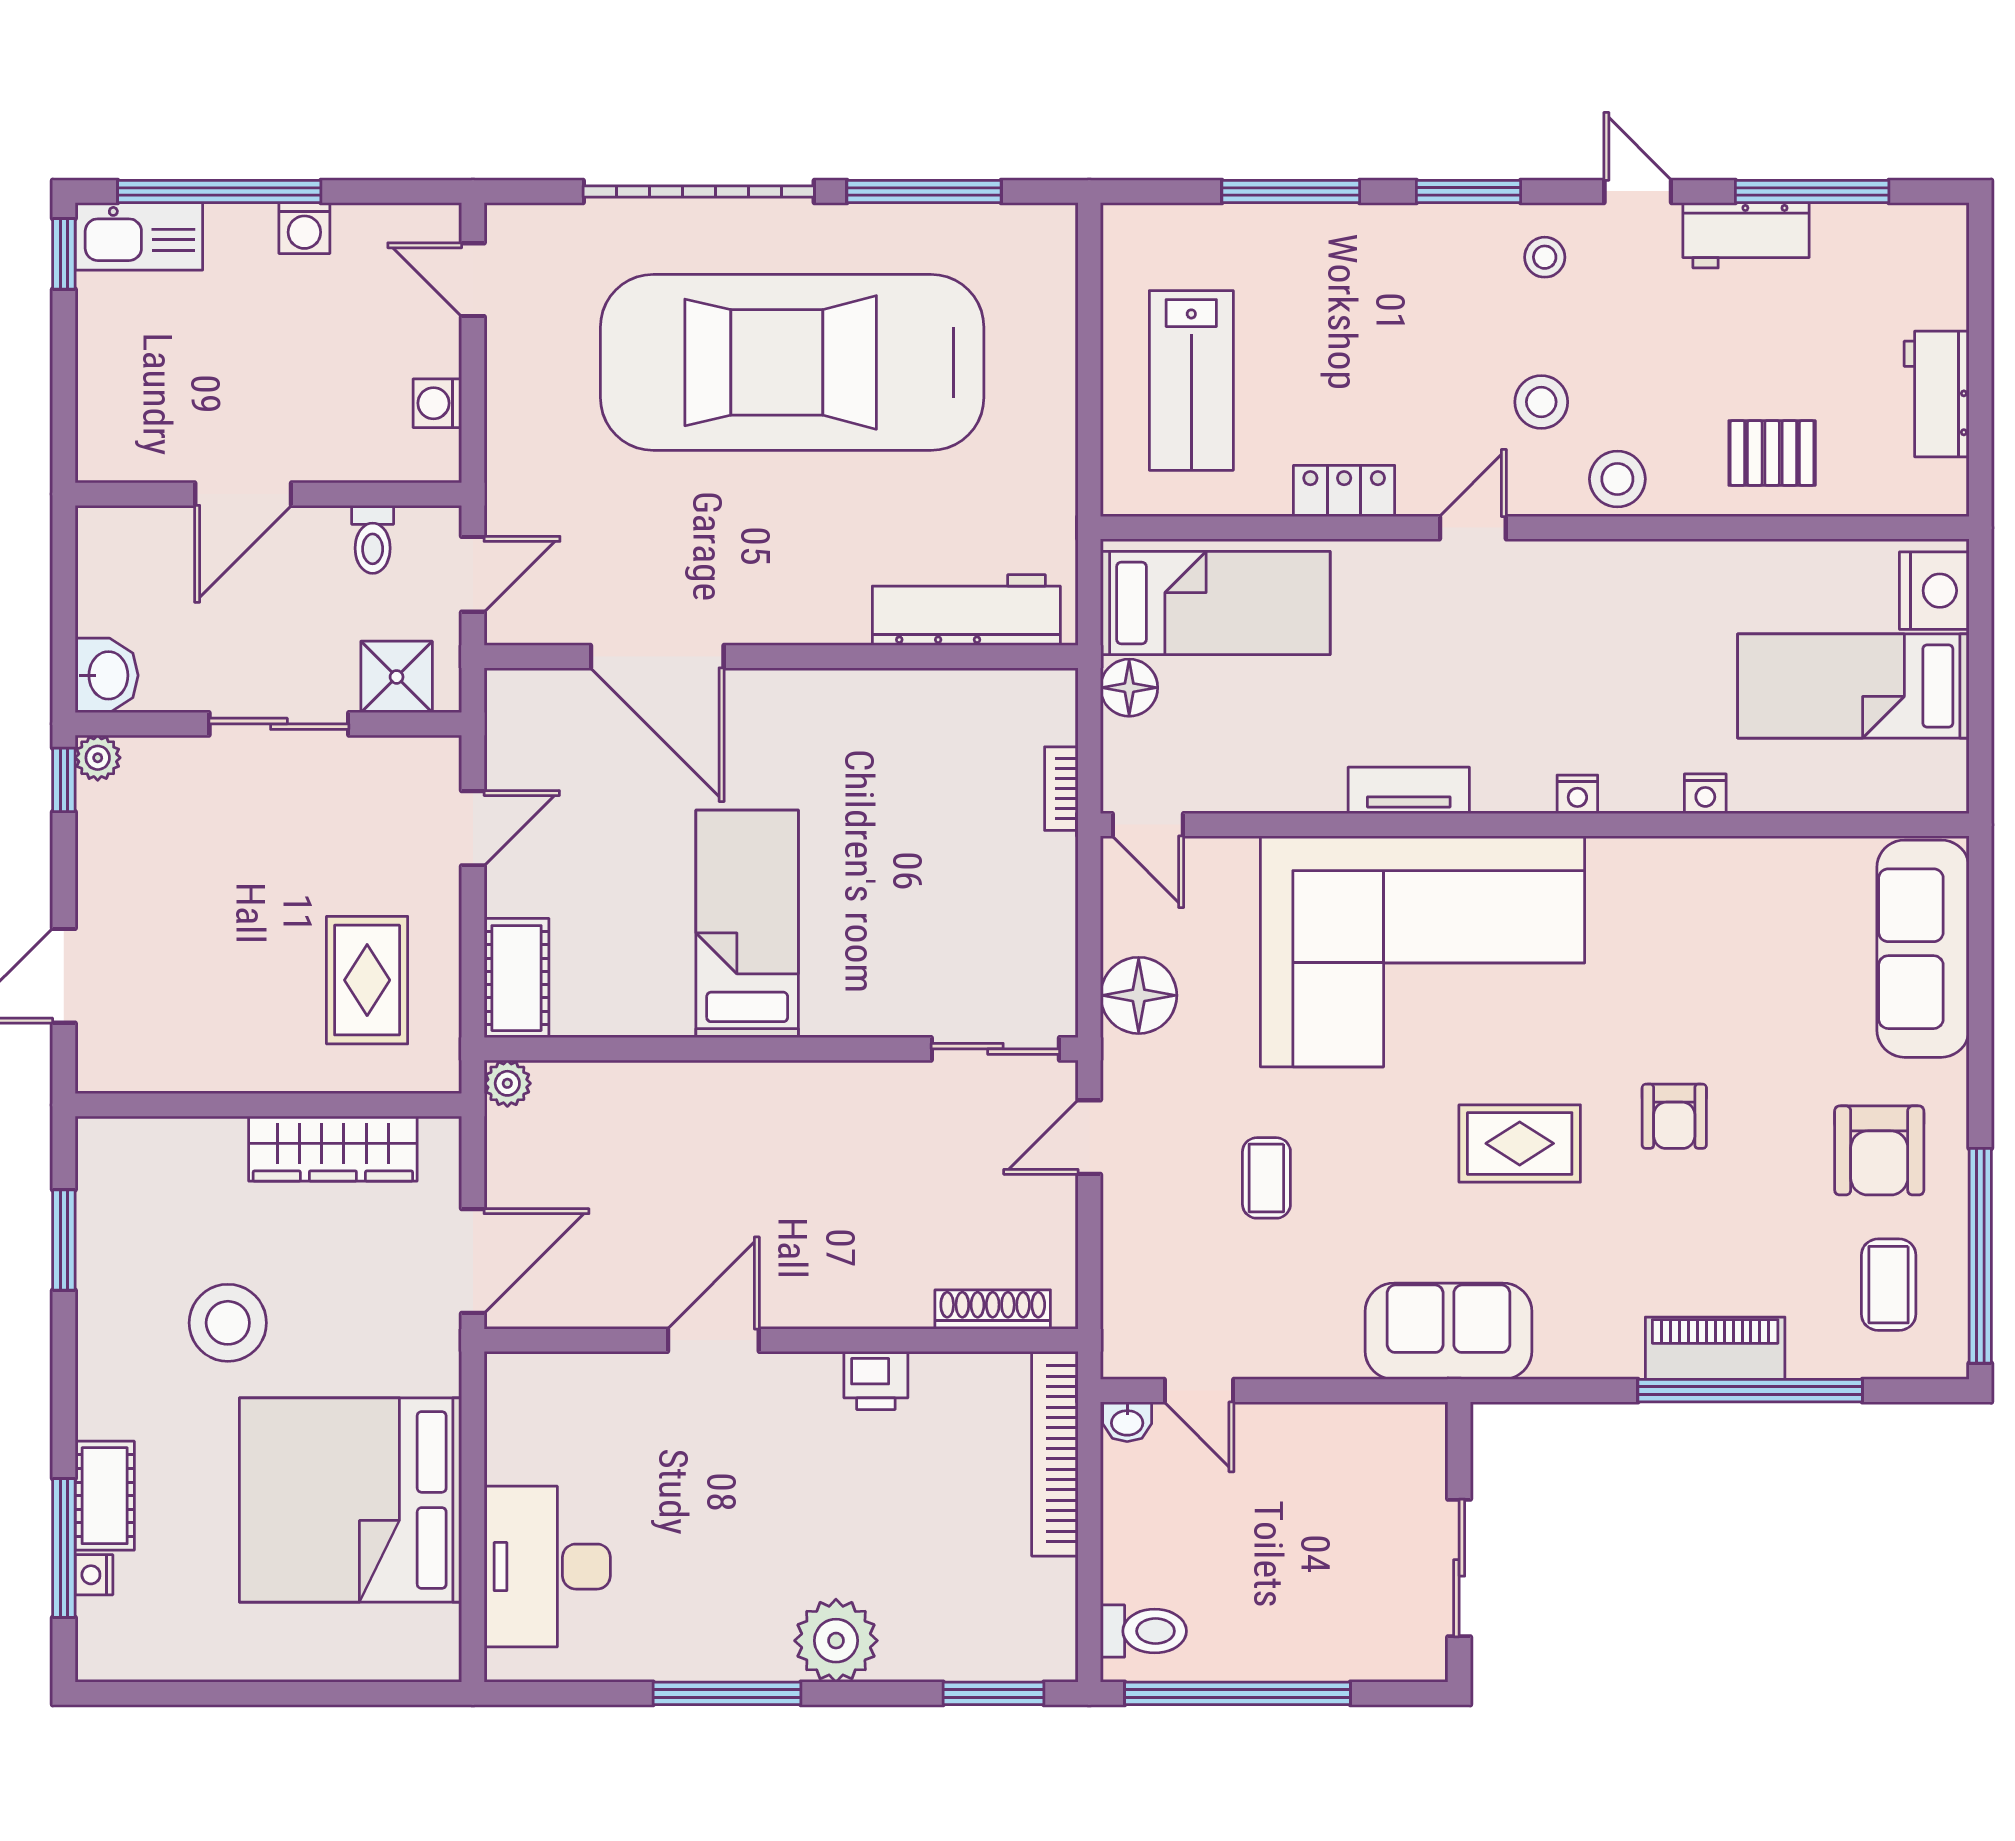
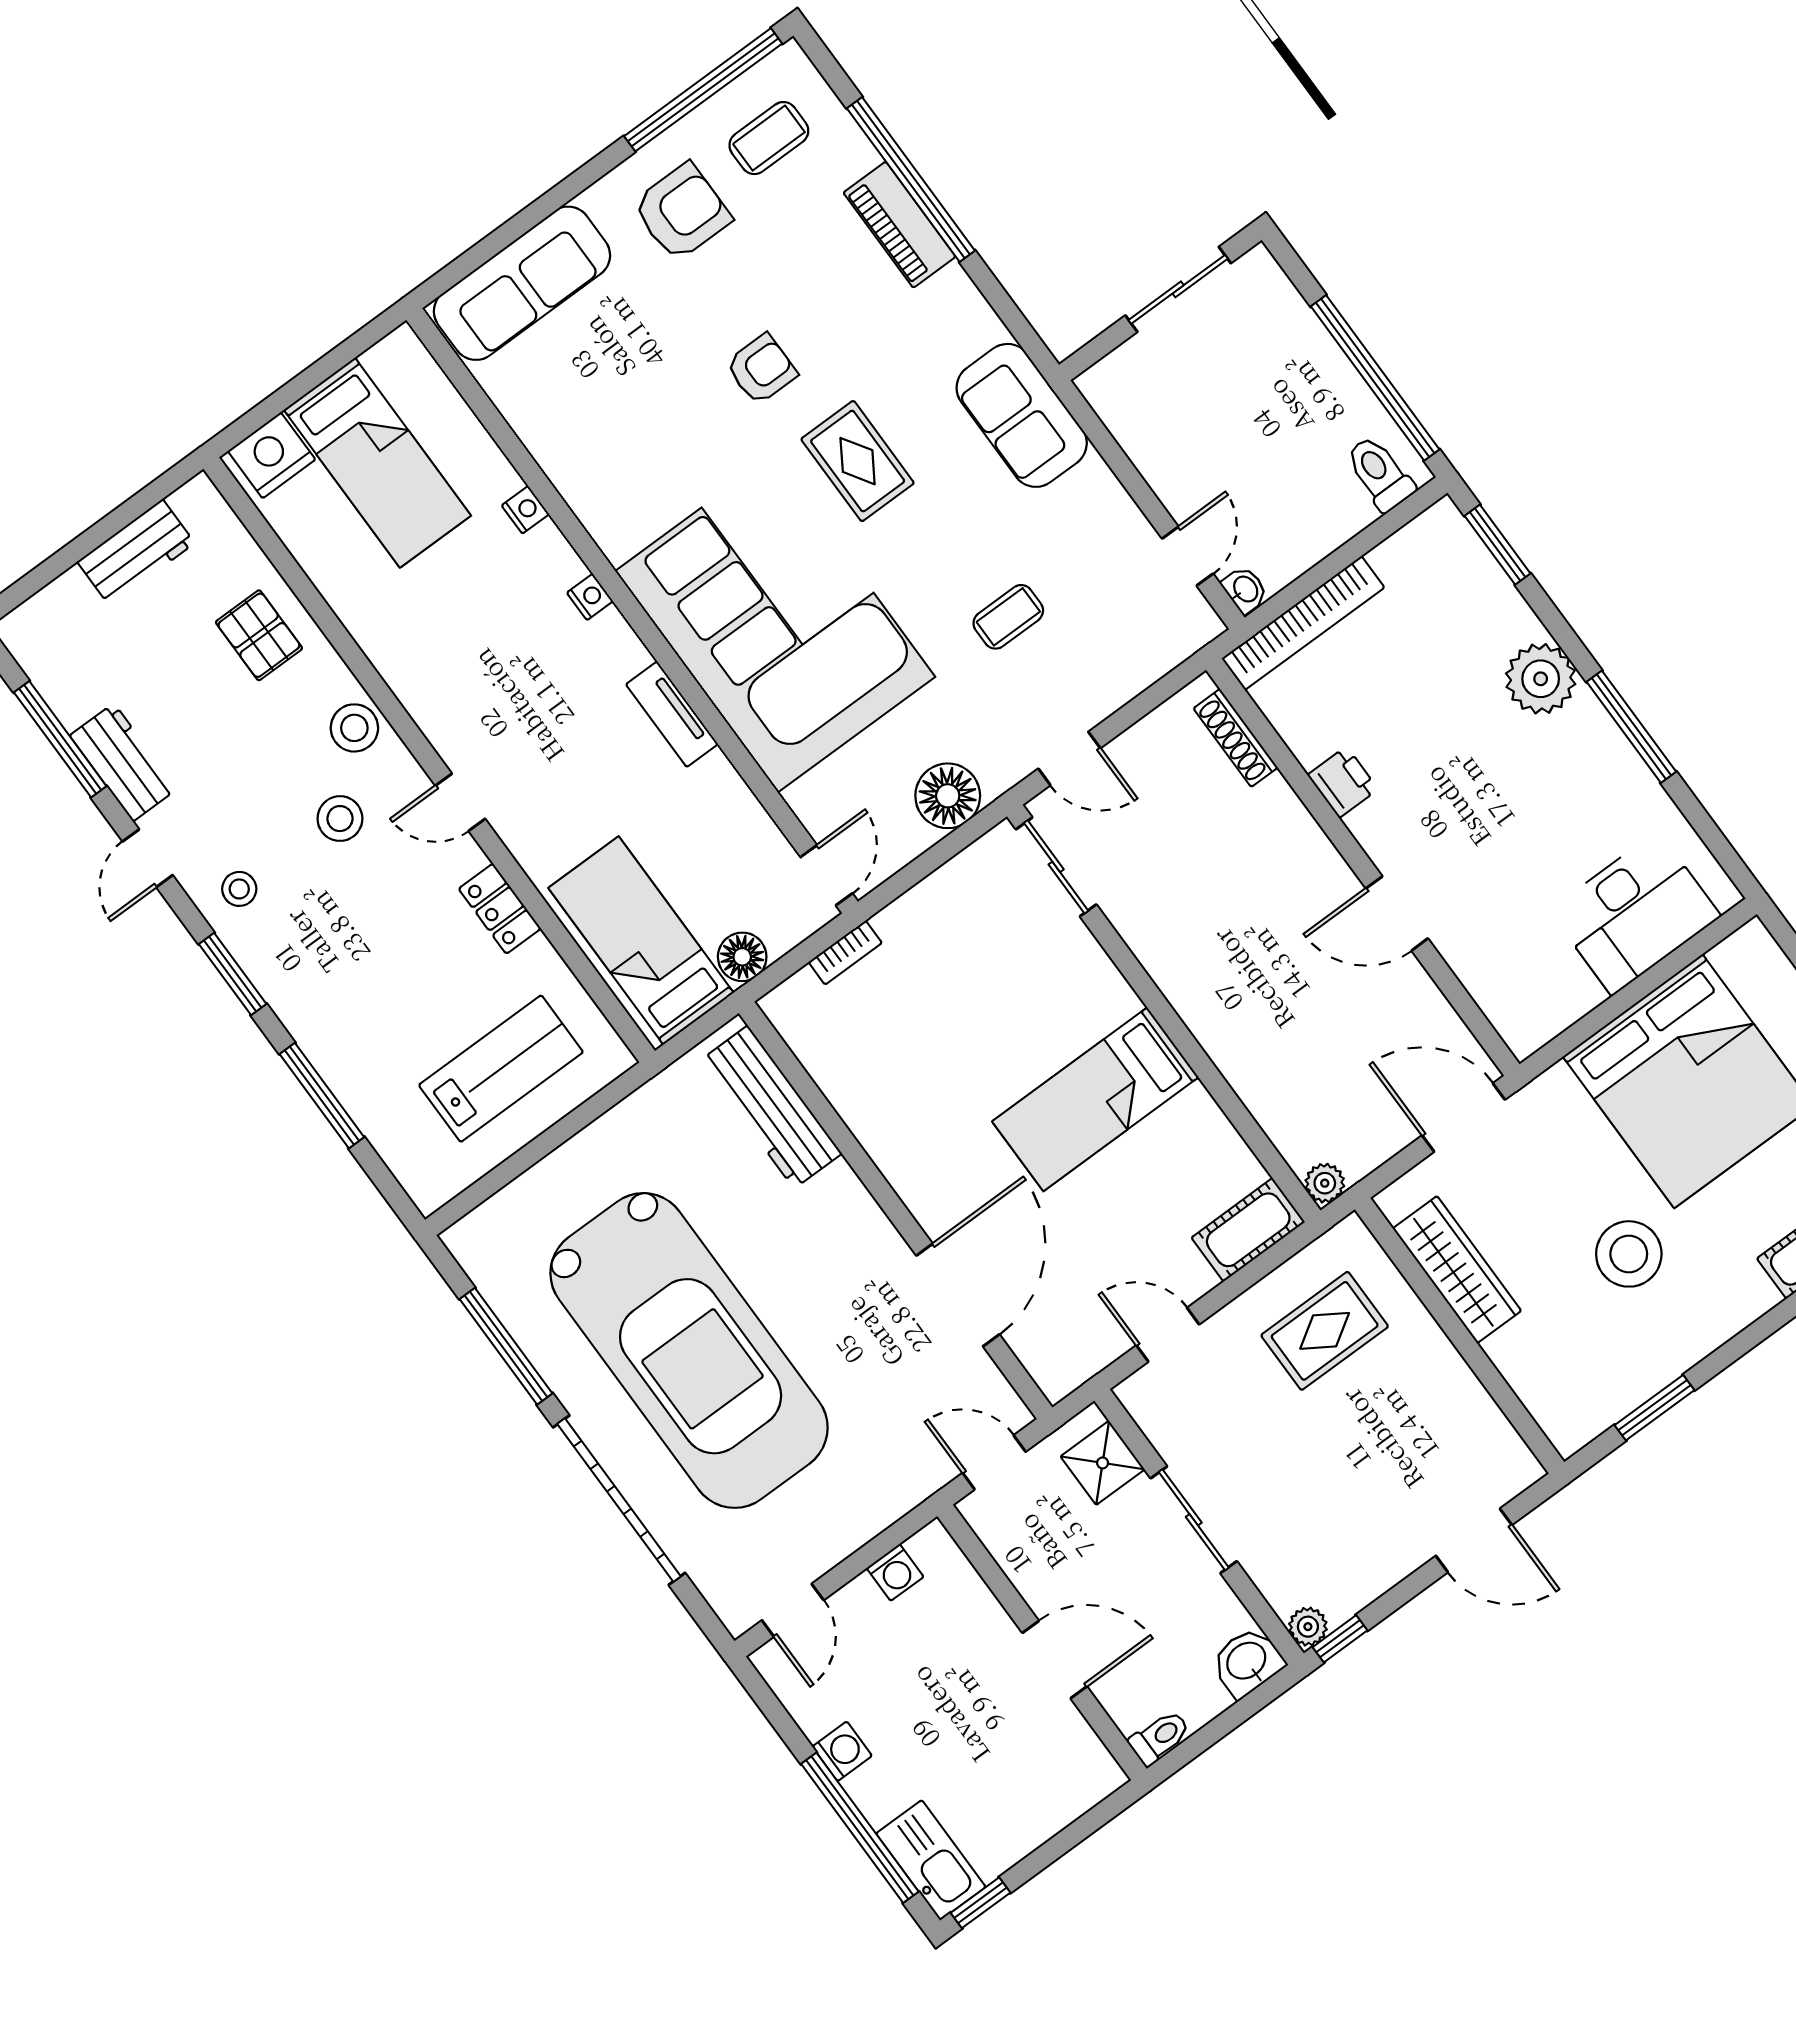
toilet: (373, 539) -> (1160, 1737), moved

